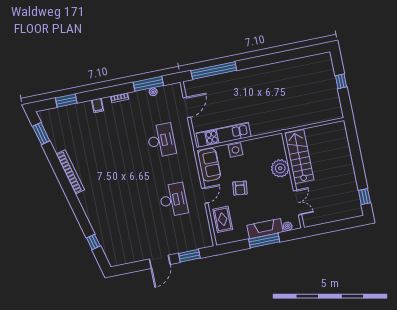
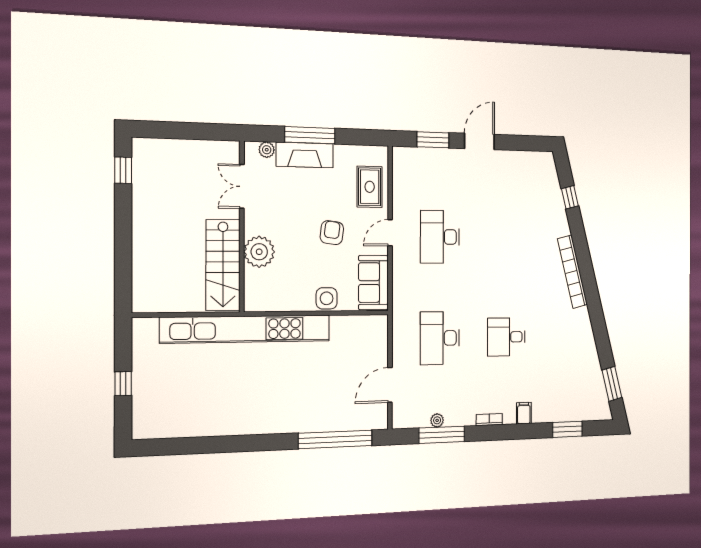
kitchen unit: (224, 135) -> (246, 329), moved, width x1.86
desk: (119, 149) -> (506, 337), added
bookcase: (70, 172) -> (572, 272), moved

